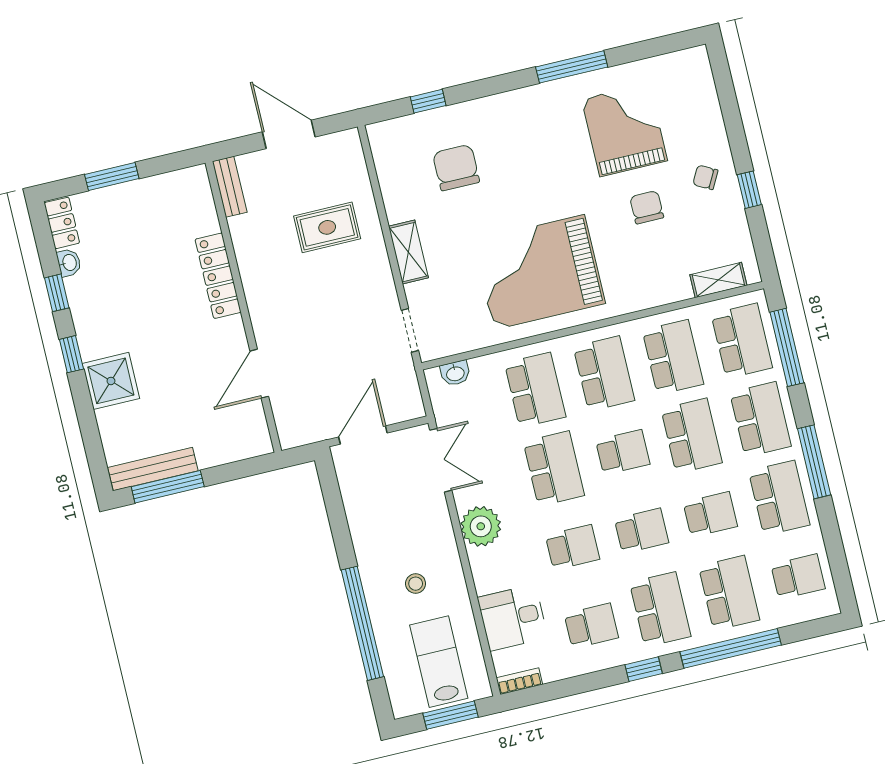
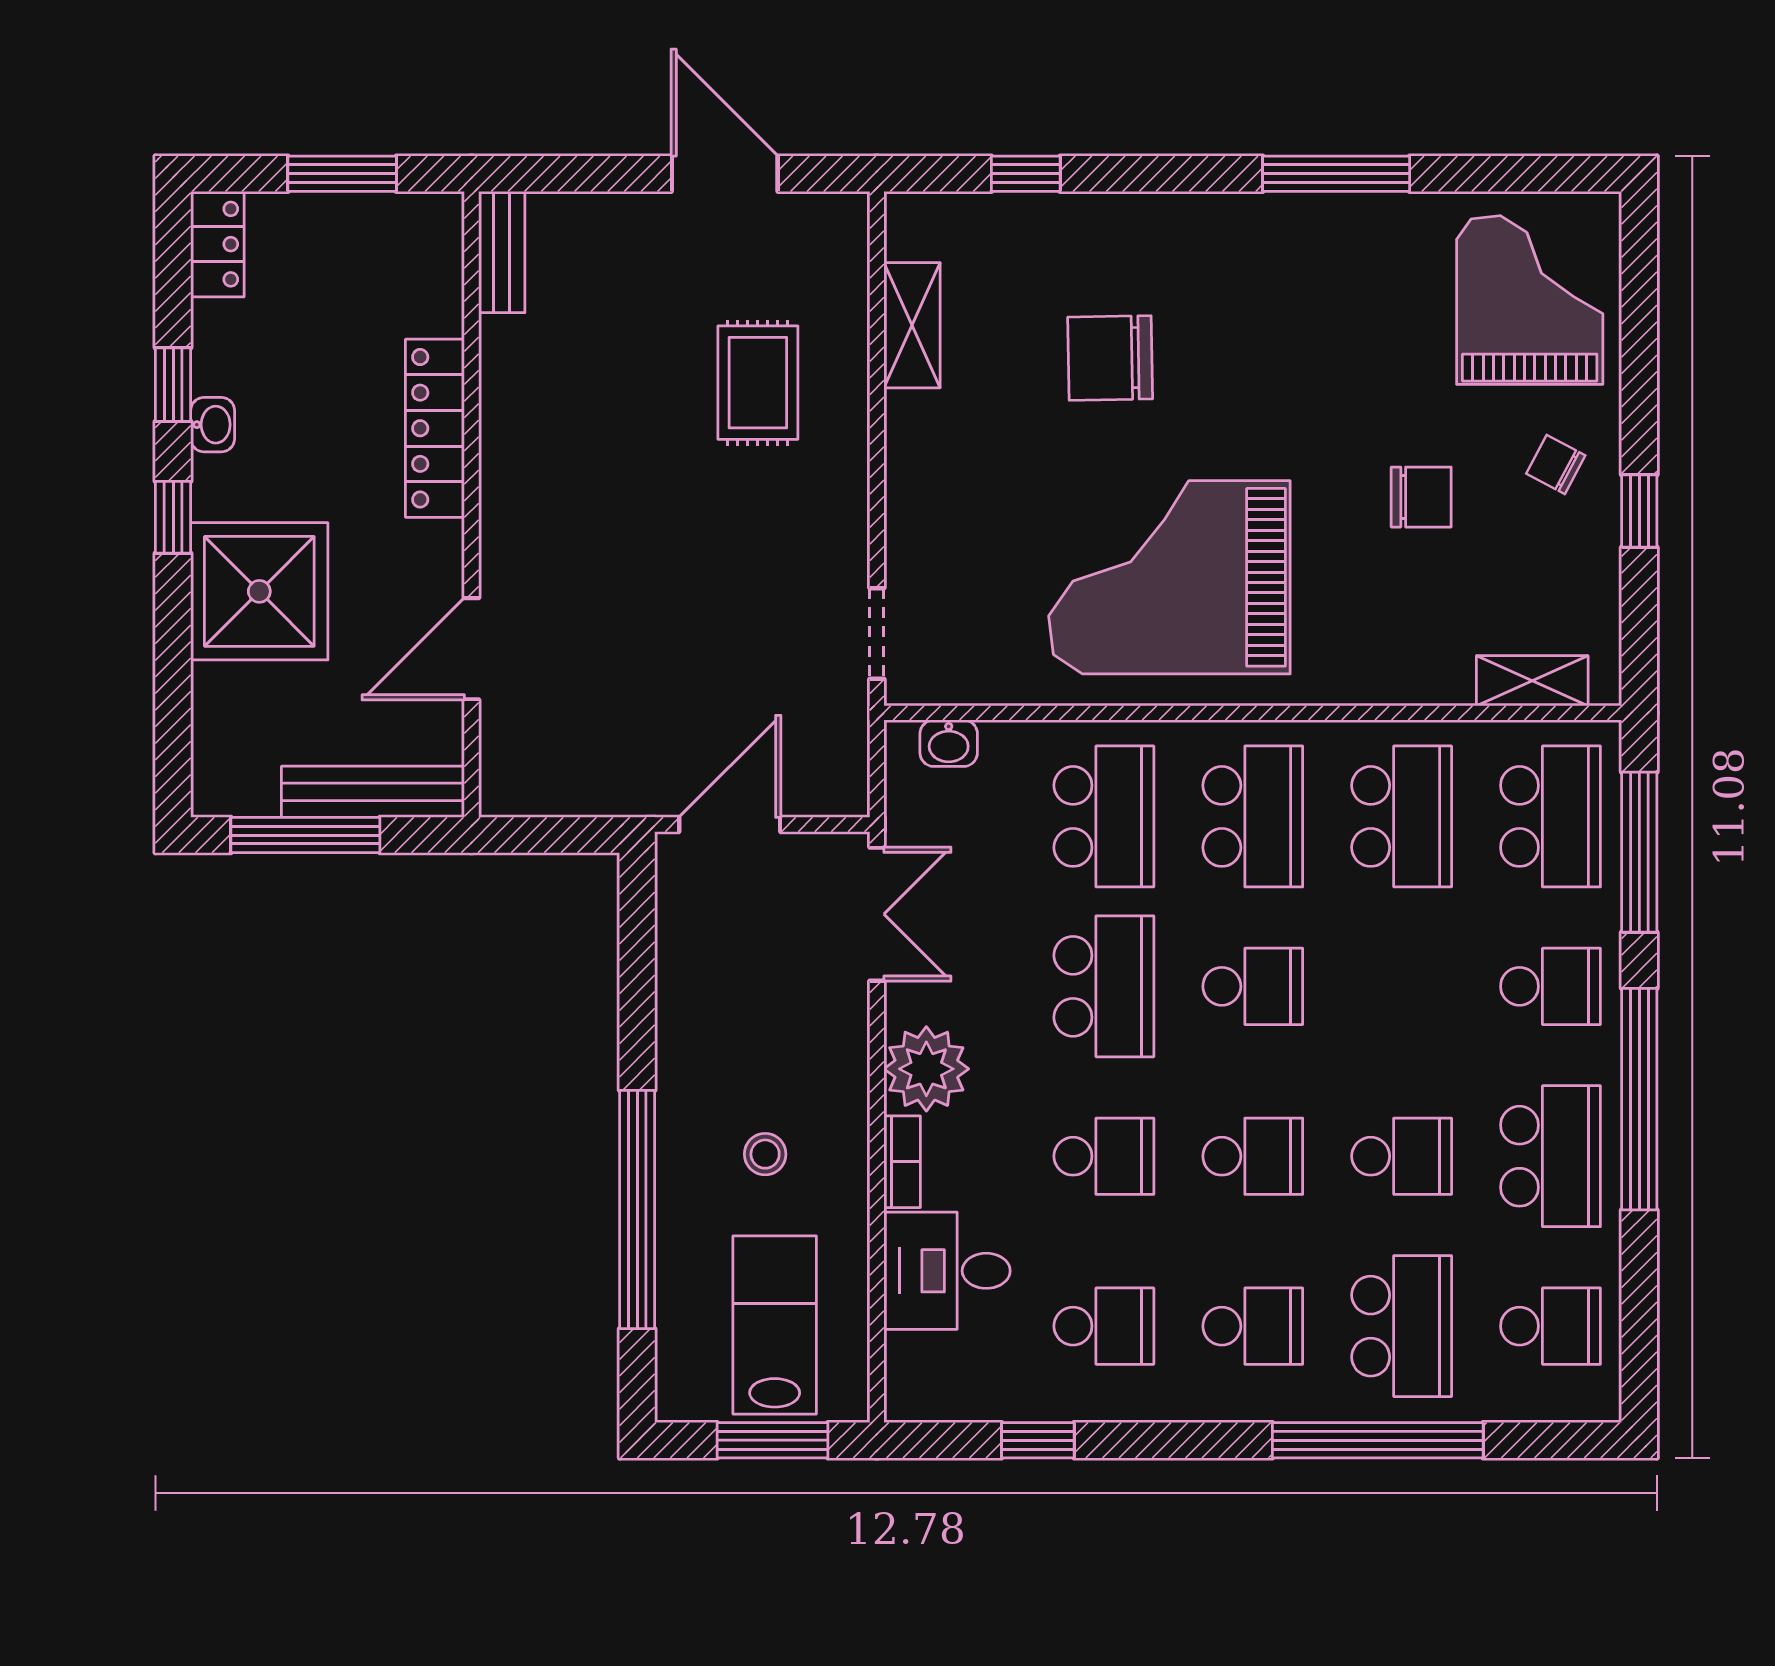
grand piano: (624, 130) -> (1530, 300), moved
chair: (456, 168) -> (1110, 358), moved, turned -91
bench: (230, 187) -> (502, 252), moved
chair: (647, 207) -> (1421, 497), turned 90
rug: (327, 227) -> (758, 383), turned 90
shelving: (408, 252) -> (912, 325), moved
washbasin: (69, 263) -> (213, 425), moved
locker: (218, 276) -> (435, 428), moved
wall: (243, 307) -> (471, 504), moved
door: (259, 374) -> (471, 649), moved
shower: (111, 381) -> (259, 591), width x1.37, depth x1.37
school desk: (760, 419) -> (1550, 986), width x0.54
school desk: (692, 436) -> (1402, 986), removed
window: (814, 462) -> (1639, 1099), width x1.46
bench: (153, 469) -> (373, 792), moved
school desk: (660, 609) -> (1253, 1326), width x0.54
window: (644, 669) -> (1038, 1440), moved
bookcase: (519, 681) -> (902, 1162), moved, turned 90

